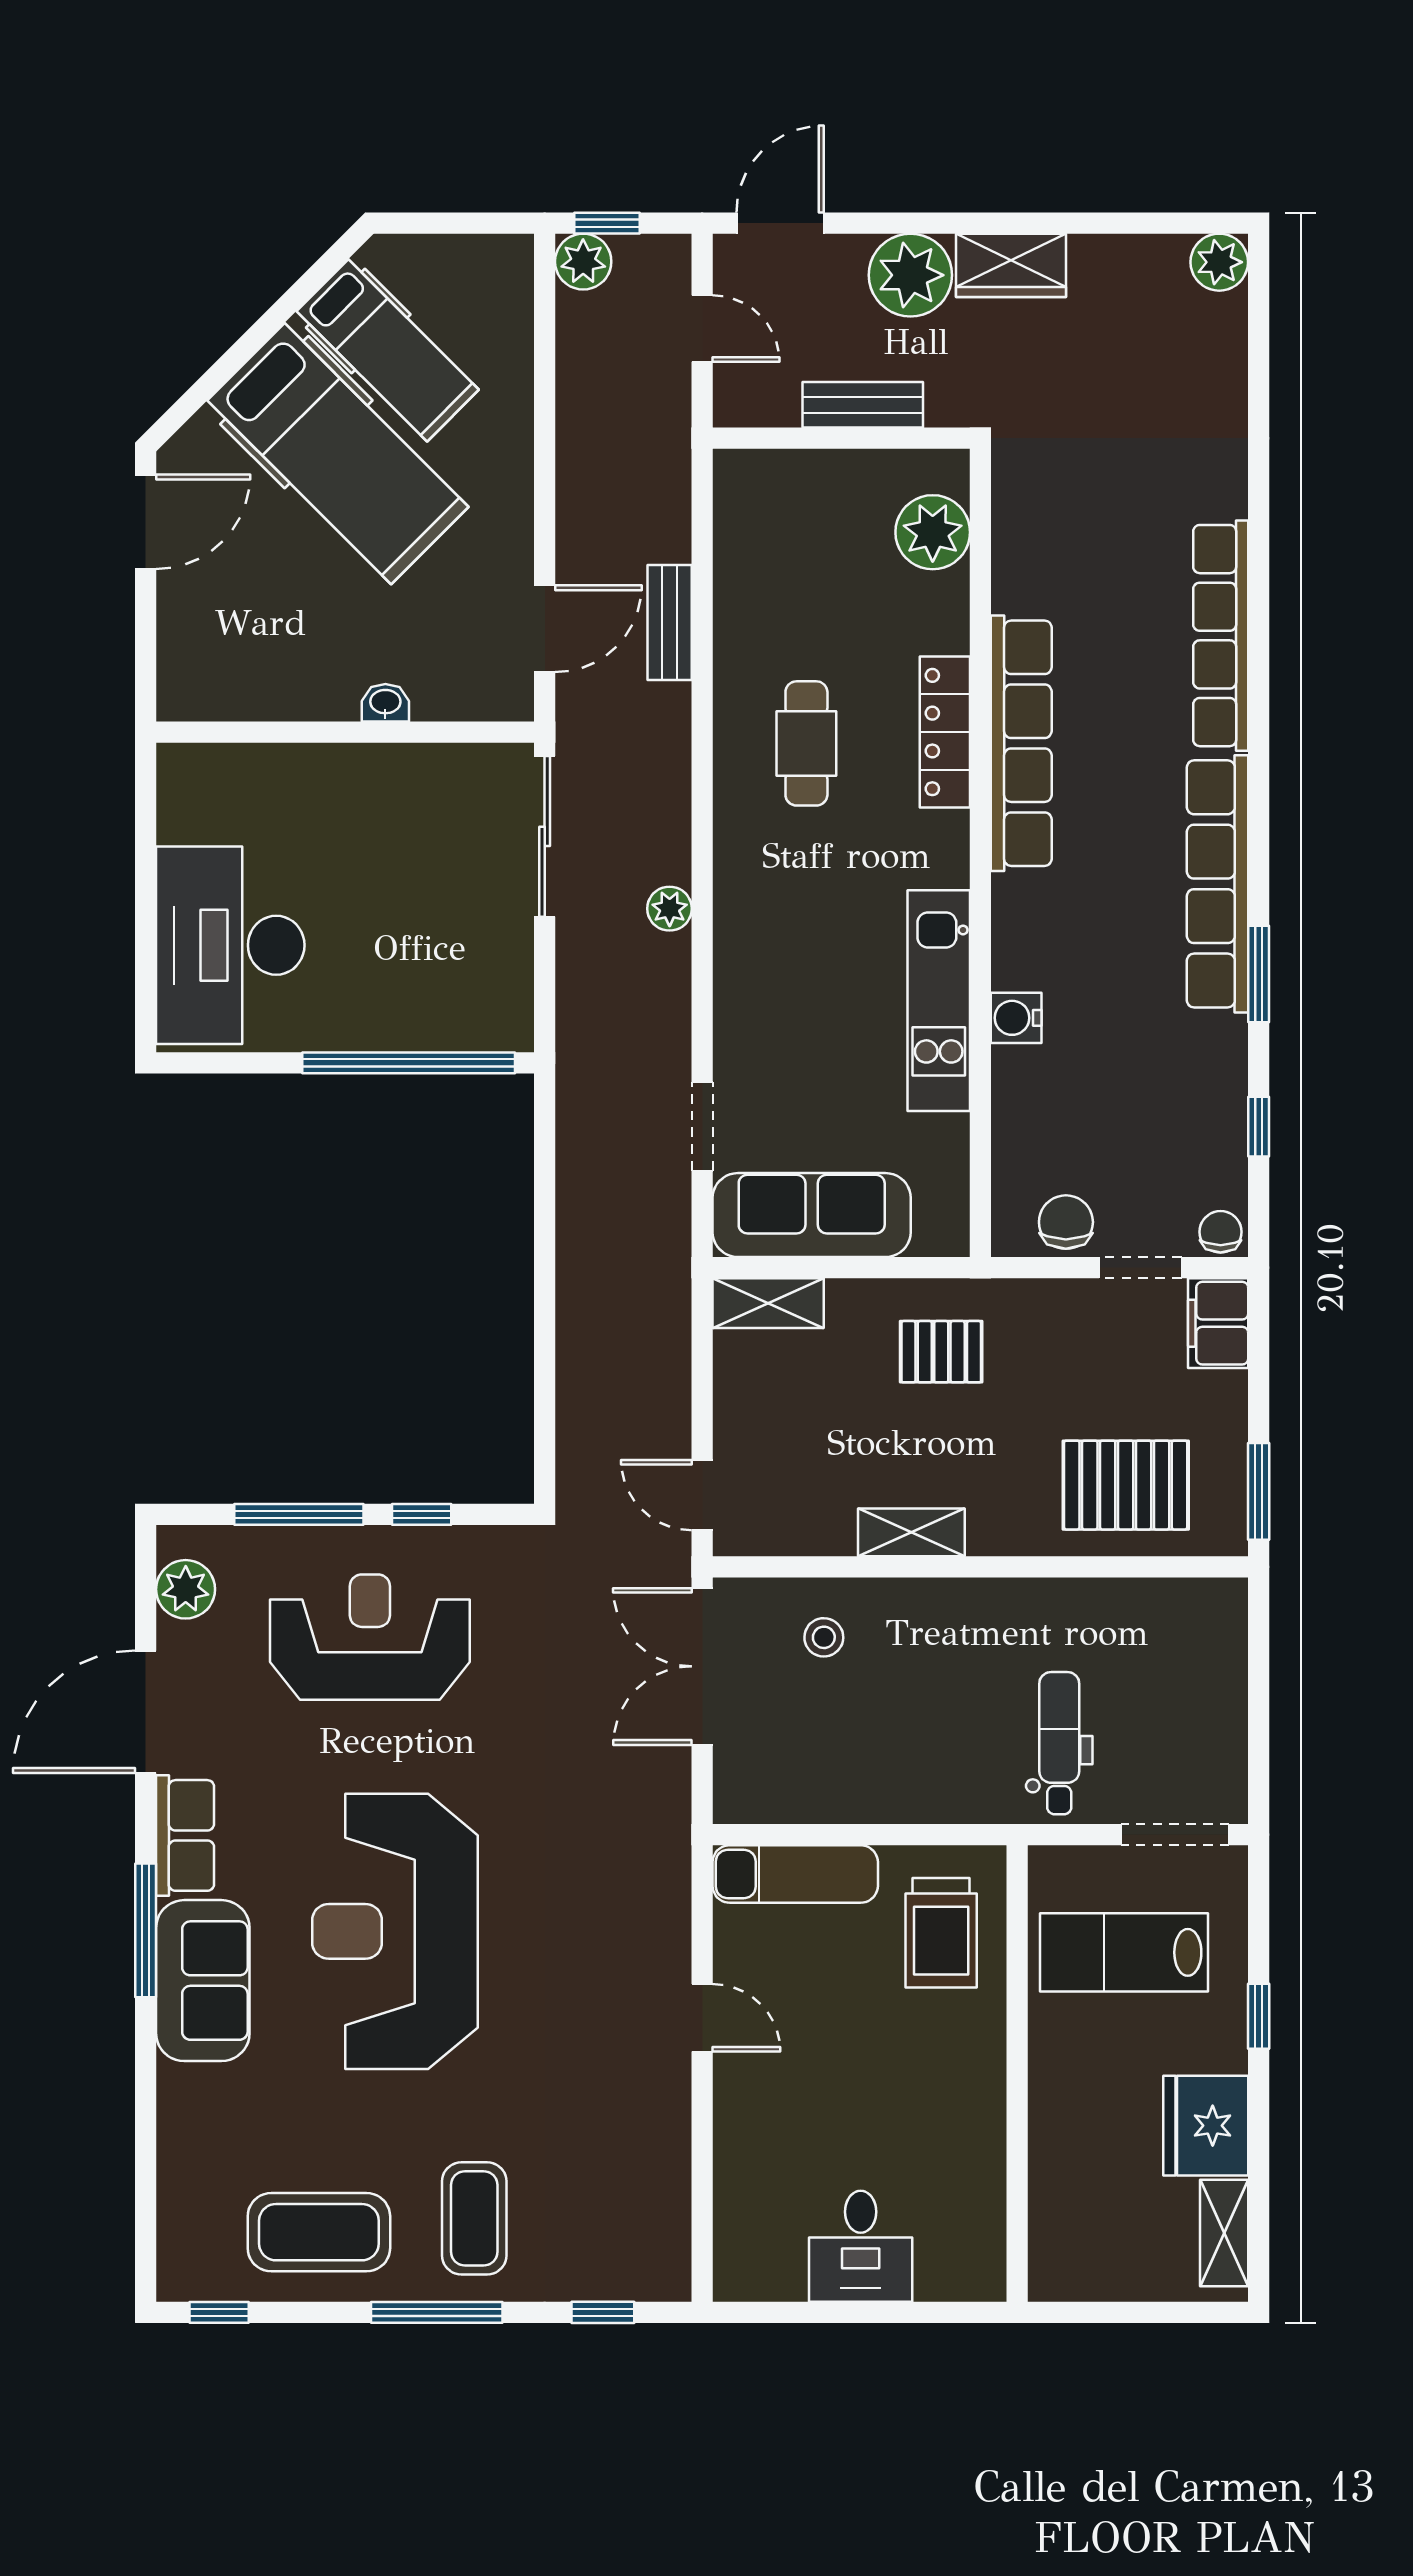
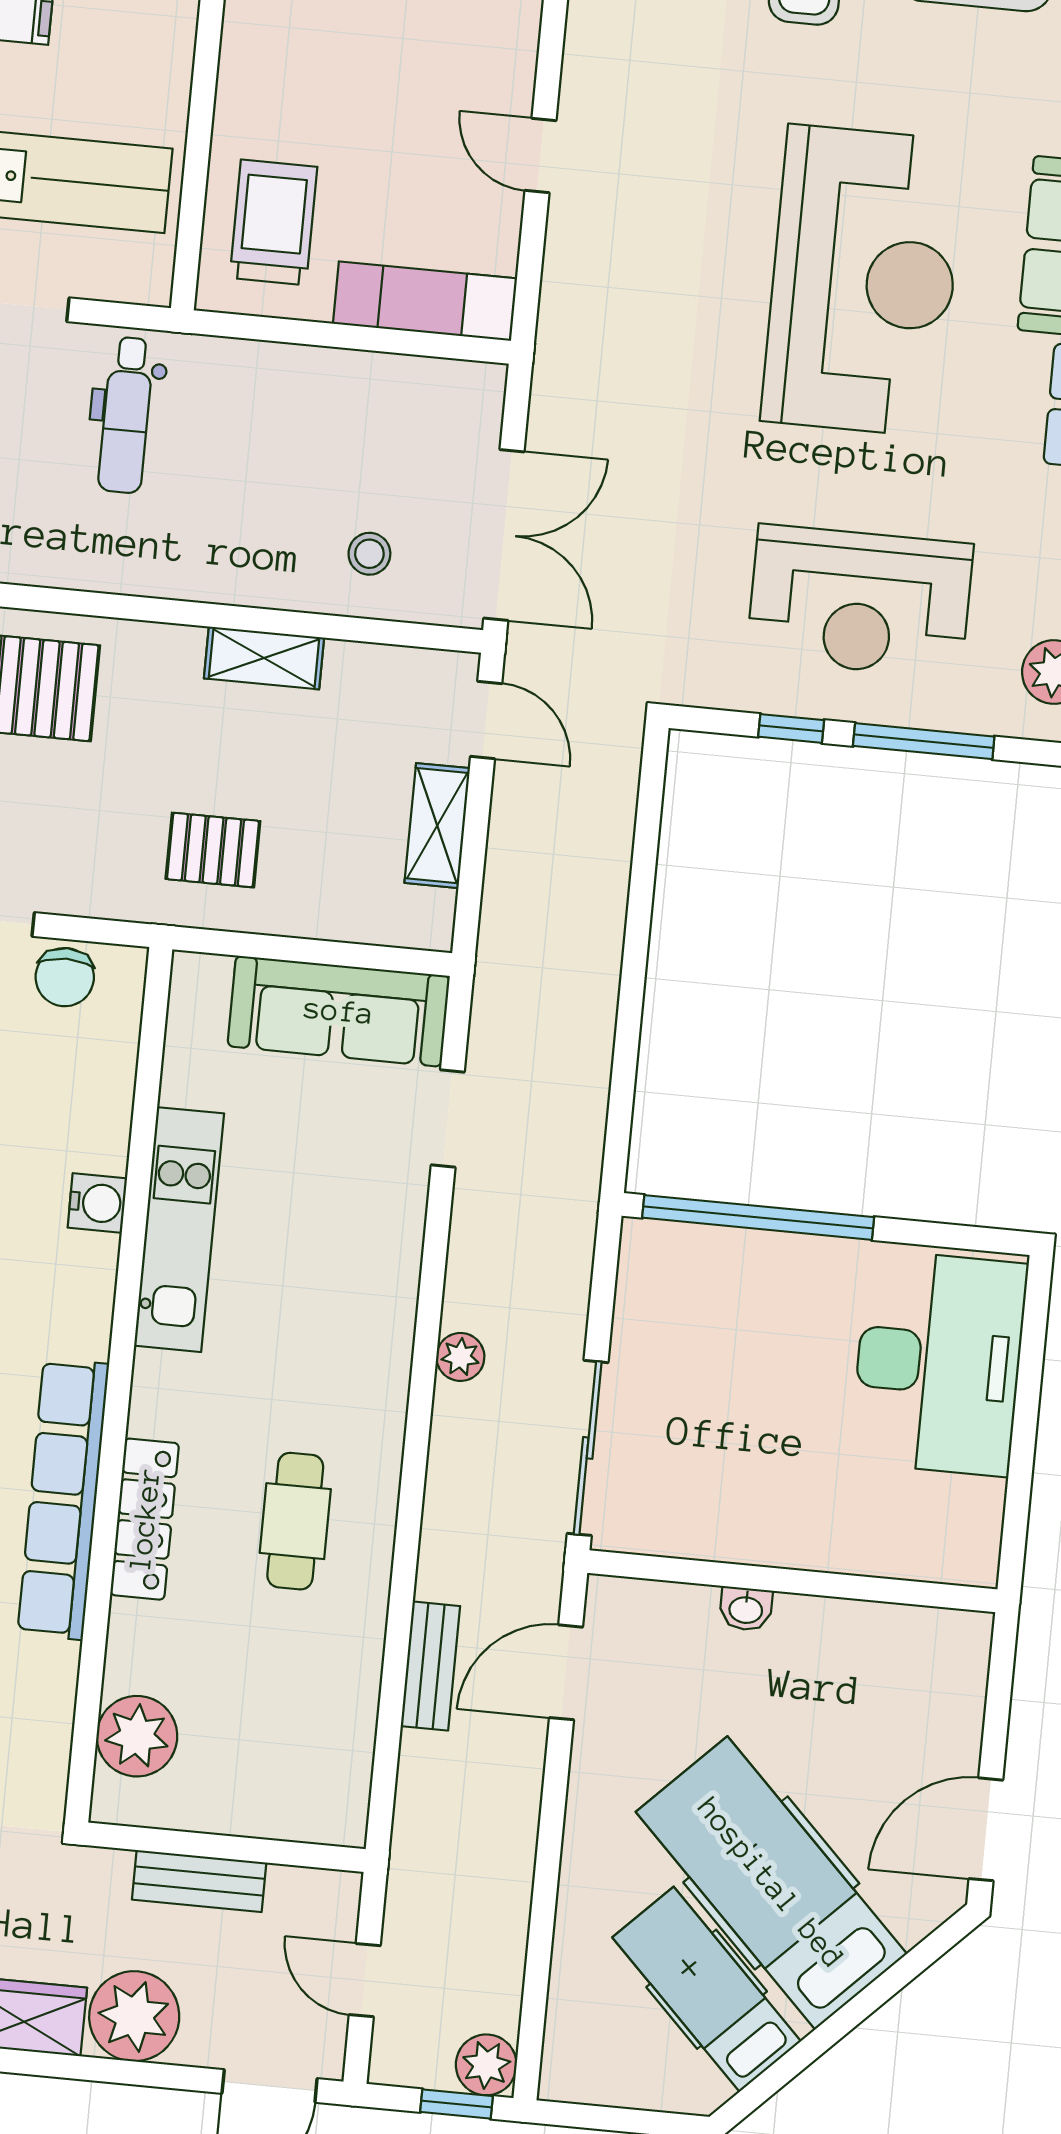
shelving: (768, 1303) -> (437, 826), moved, turned 90

